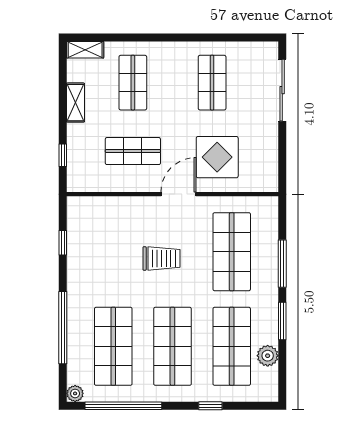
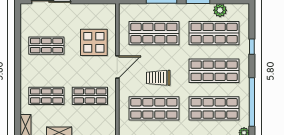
shop shelf: (133, 151) -> (90, 96), turned 90
door: (178, 194) -> (117, 67), swing flipped
shop shelf: (113, 252) -> (154, 108), added
trolley: (161, 258) -> (158, 78), turned -90

